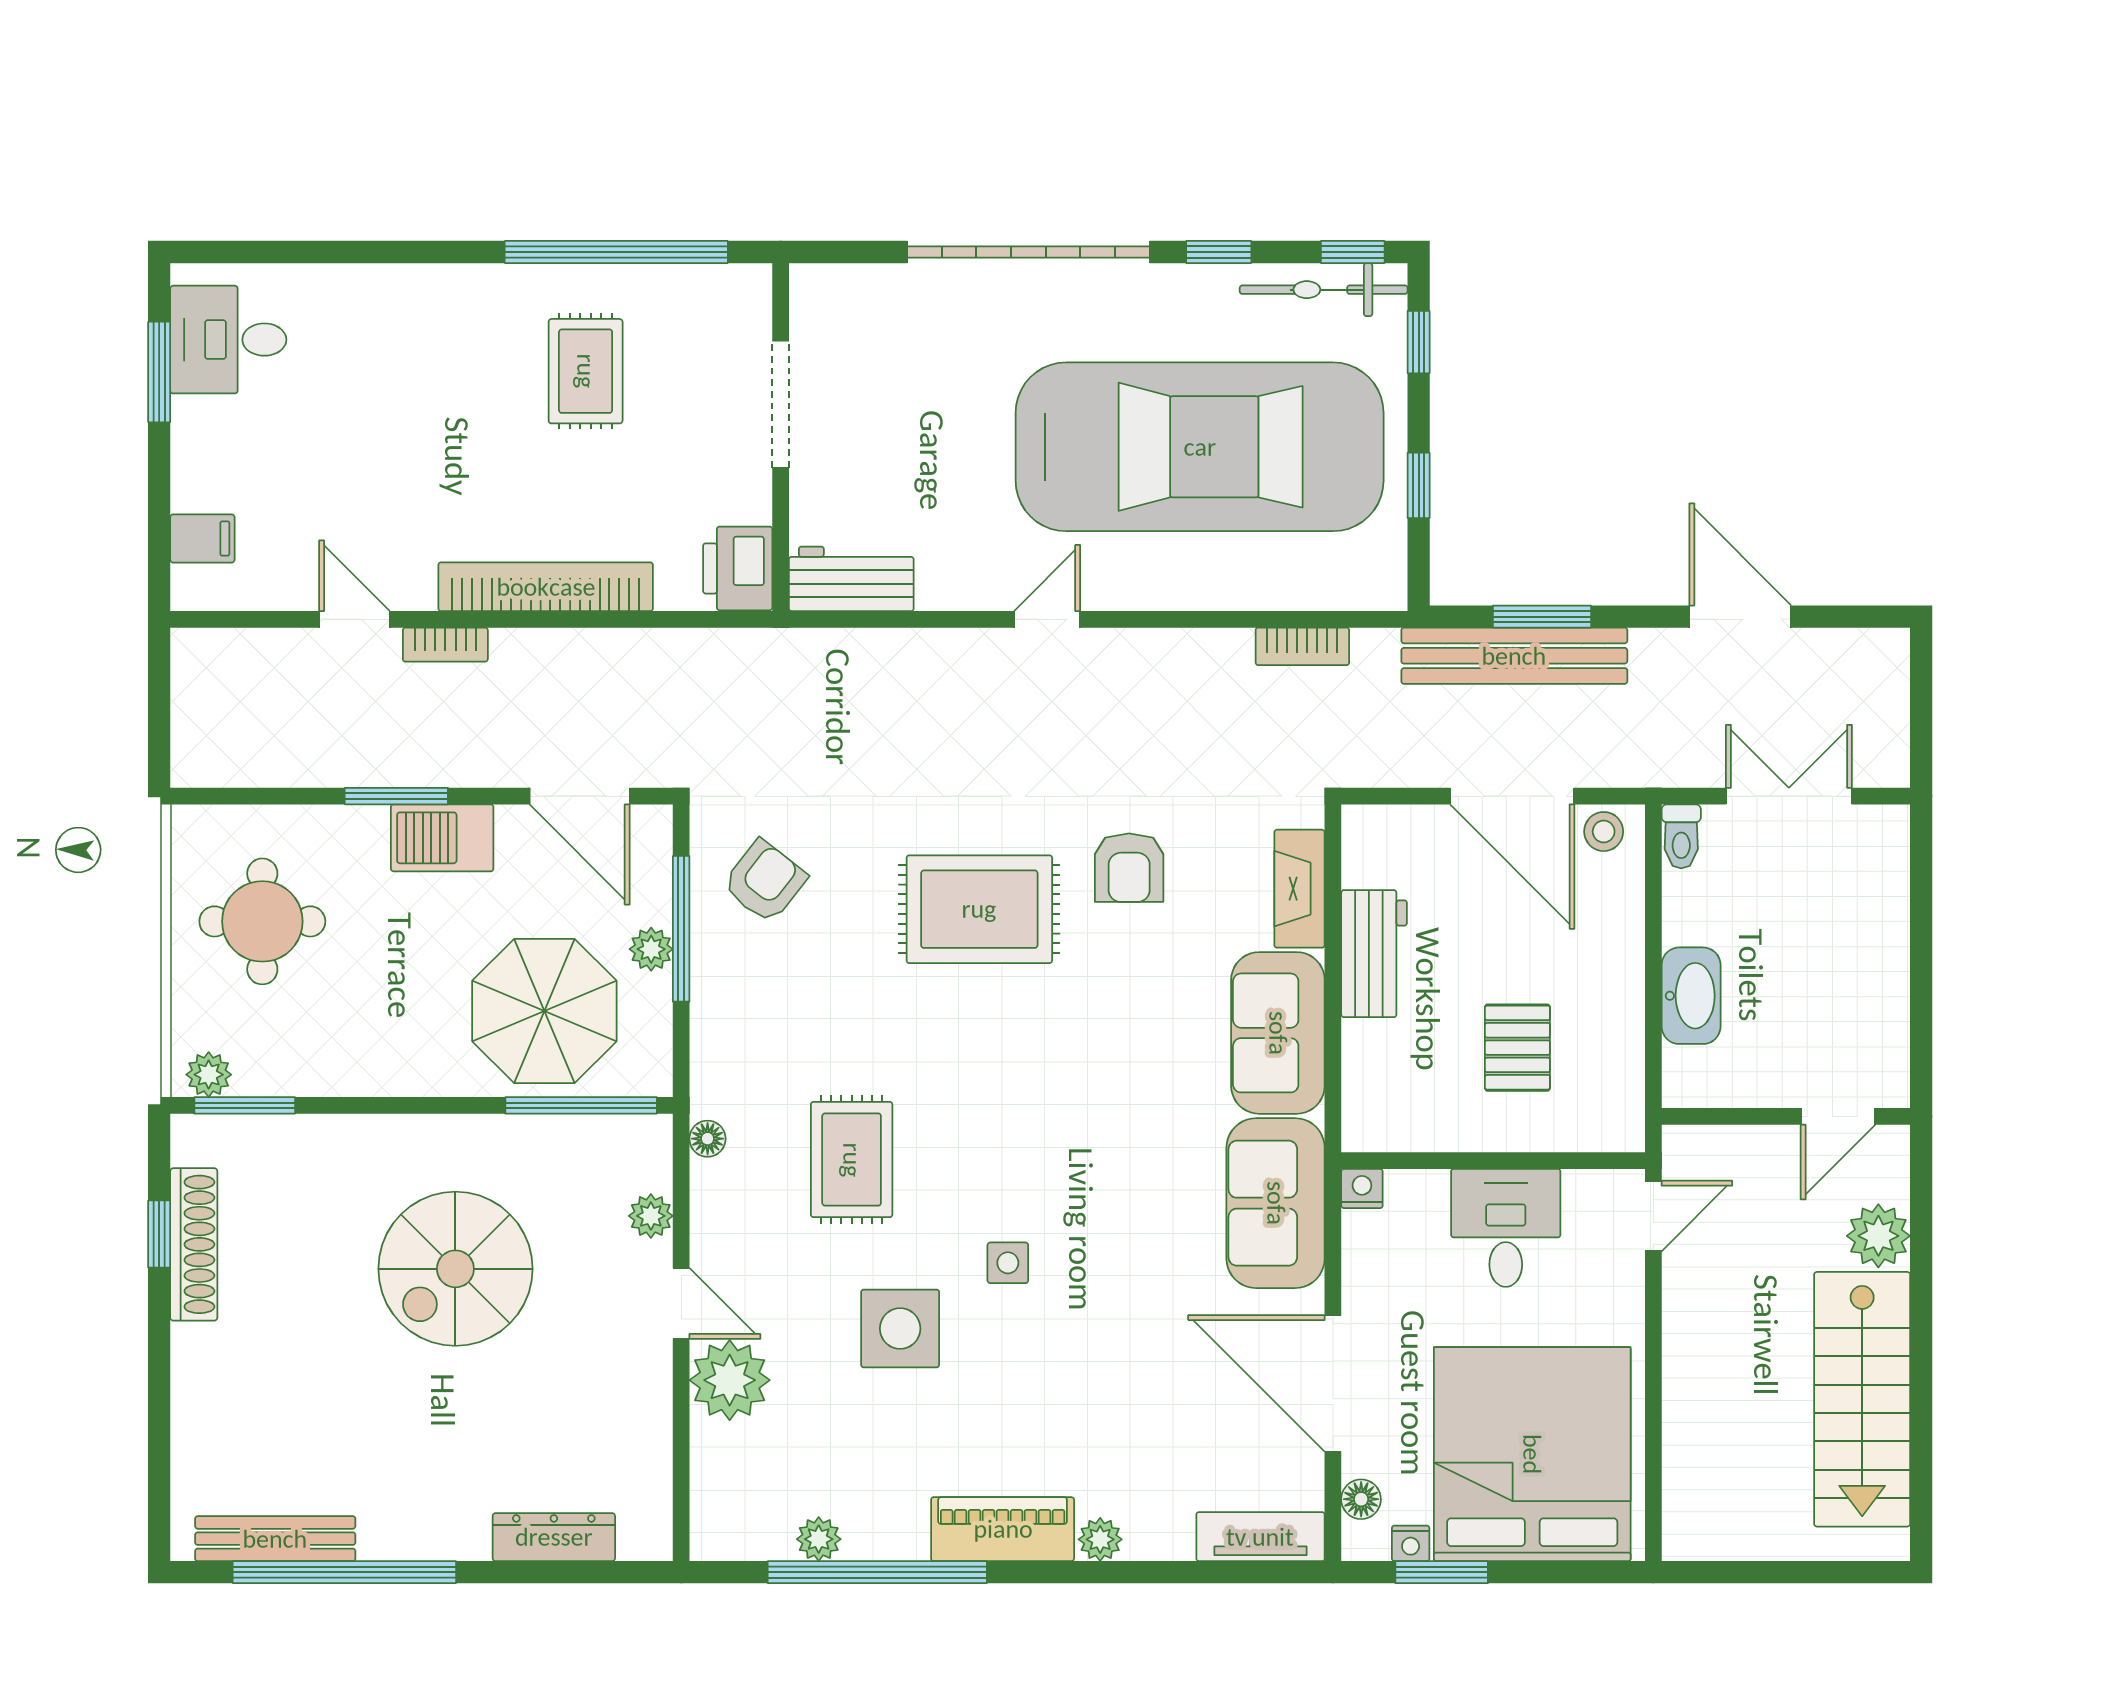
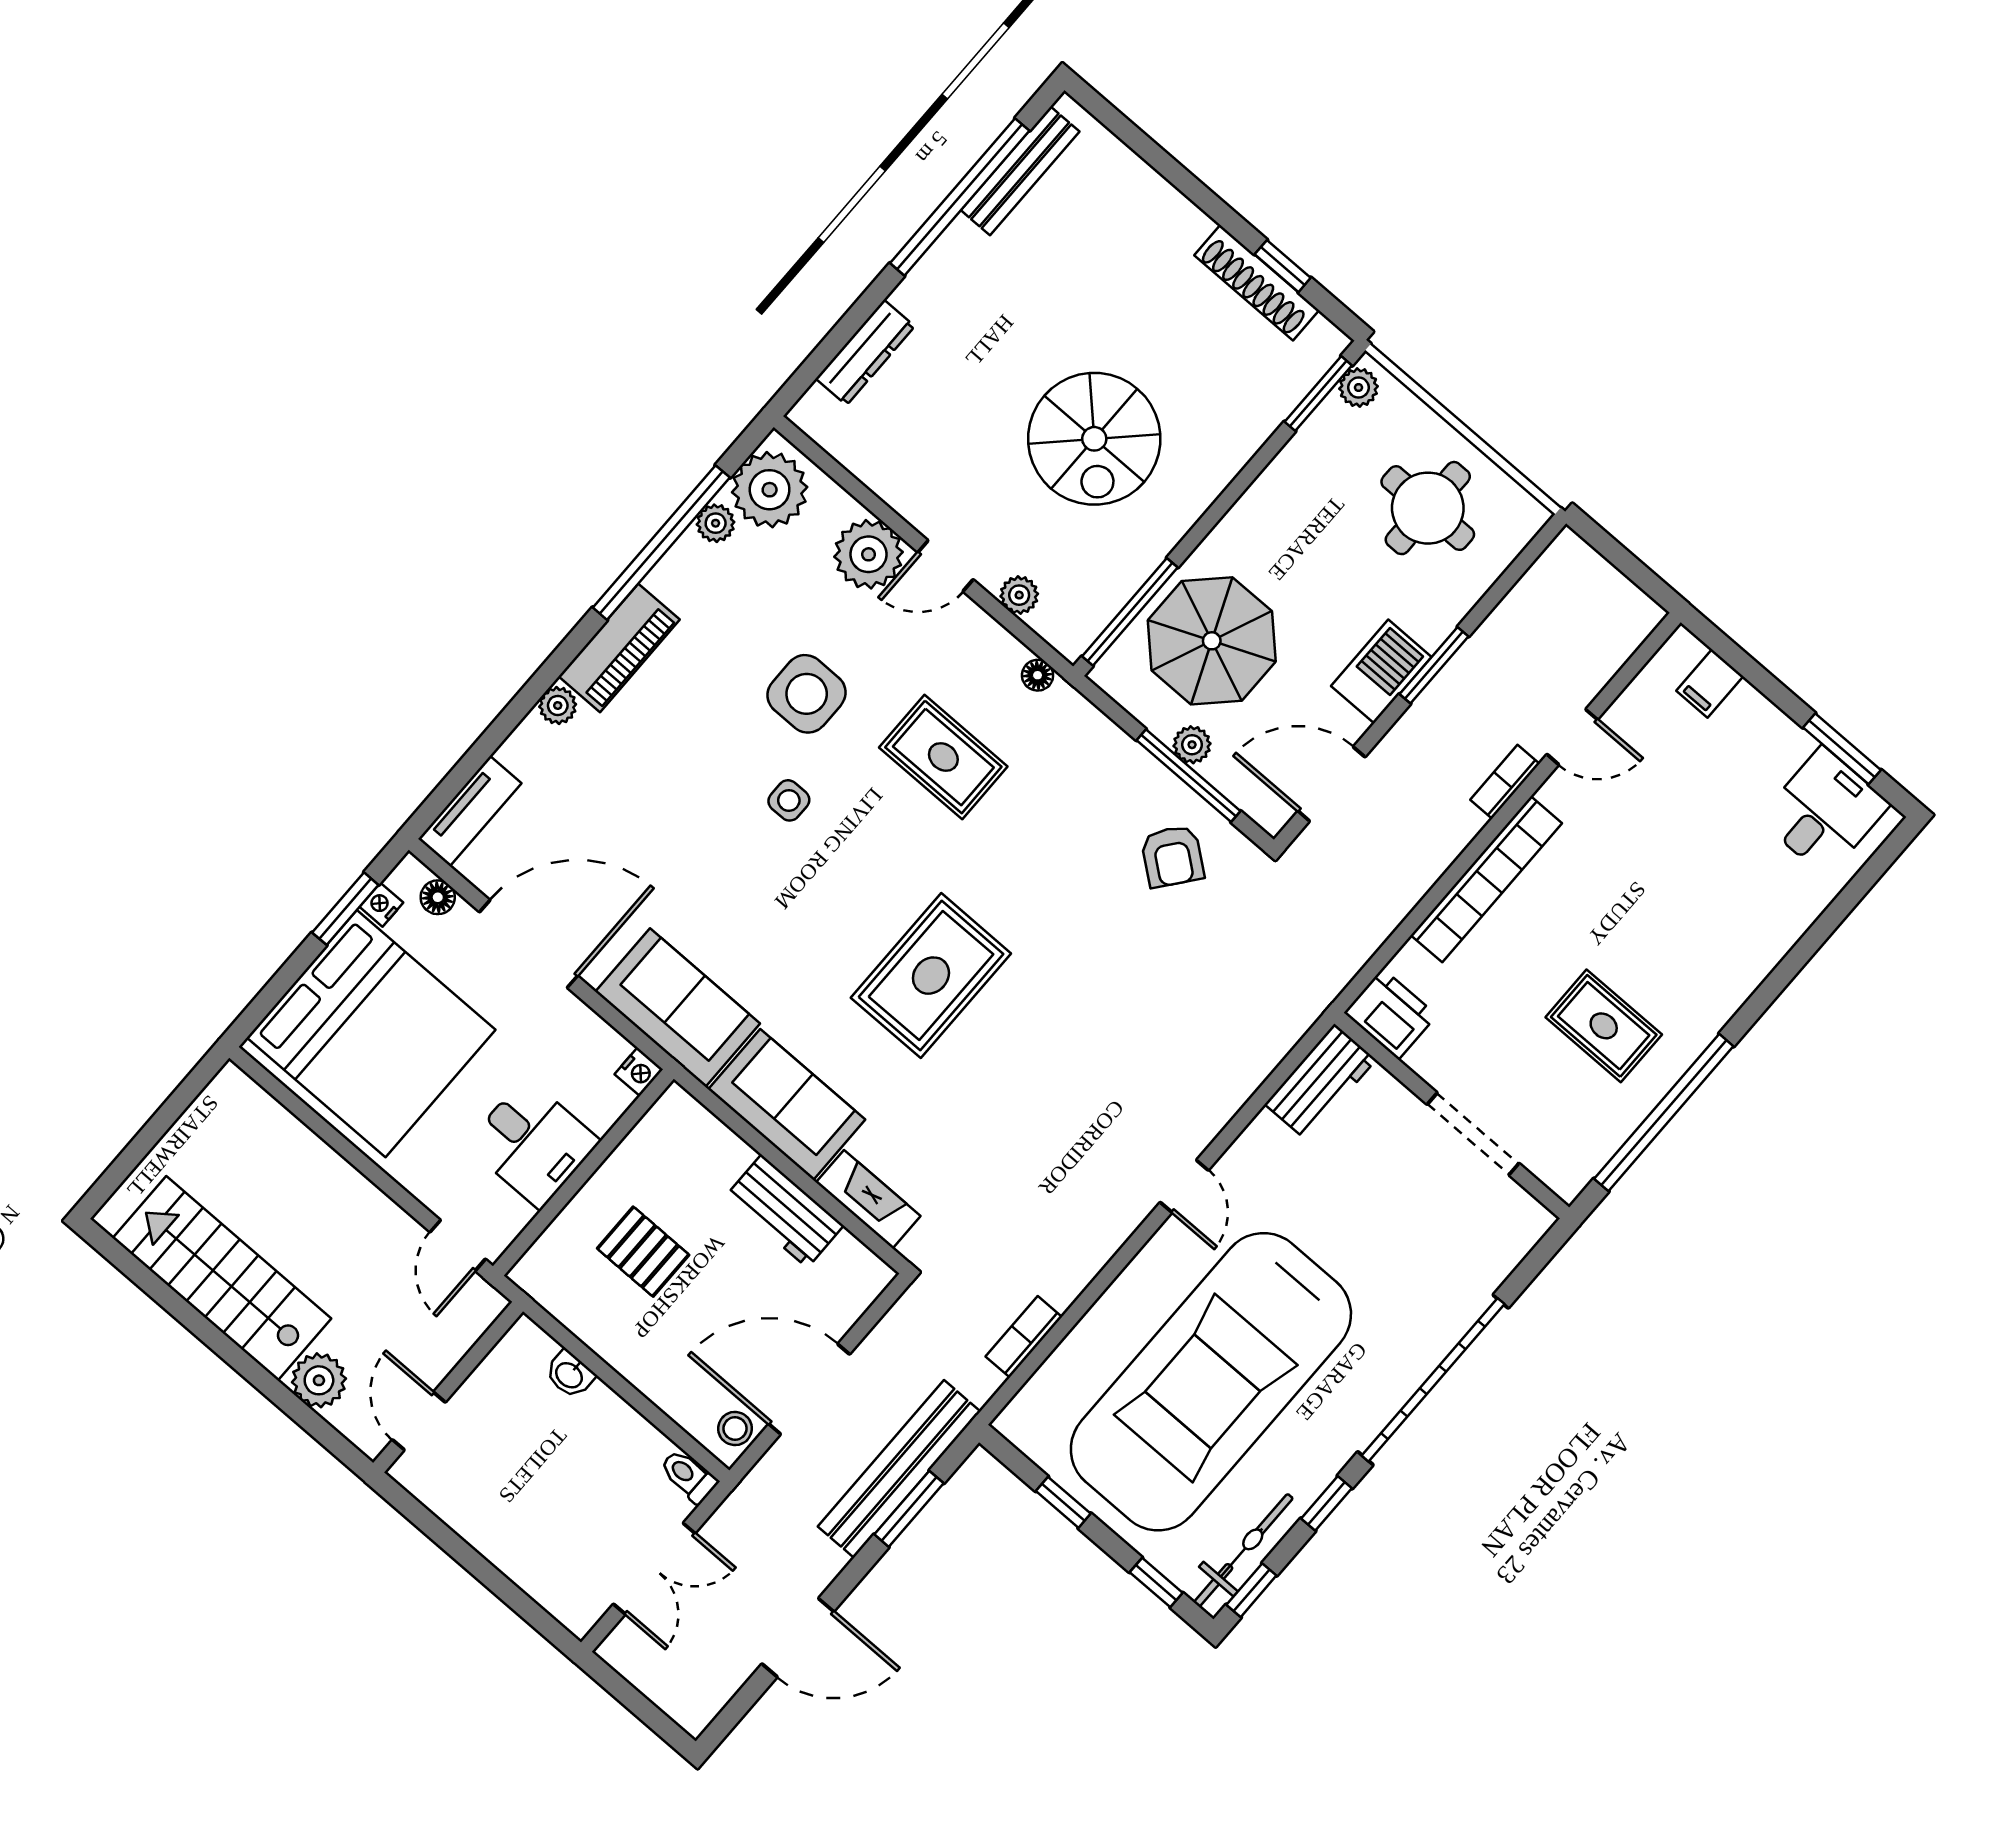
armchair: (1129, 868) -> (977, 1100), removed
rug: (979, 909) -> (931, 976), moved
washbasin: (1691, 996) -> (570, 1374), width x0.52, depth x0.69
spiral stairs: (455, 1269) -> (1094, 439), turned 180
plant: (748, 1517) -> (770, 490), added

